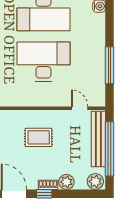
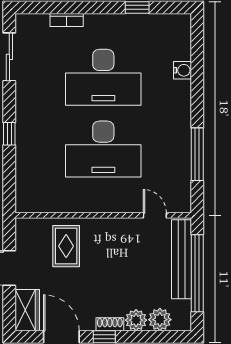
desk: (43, 62) -> (103, 149), turned 180
rug: (39, 137) -> (66, 246), moved, turned 90
plant: (95, 181) -> (160, 320), moved

